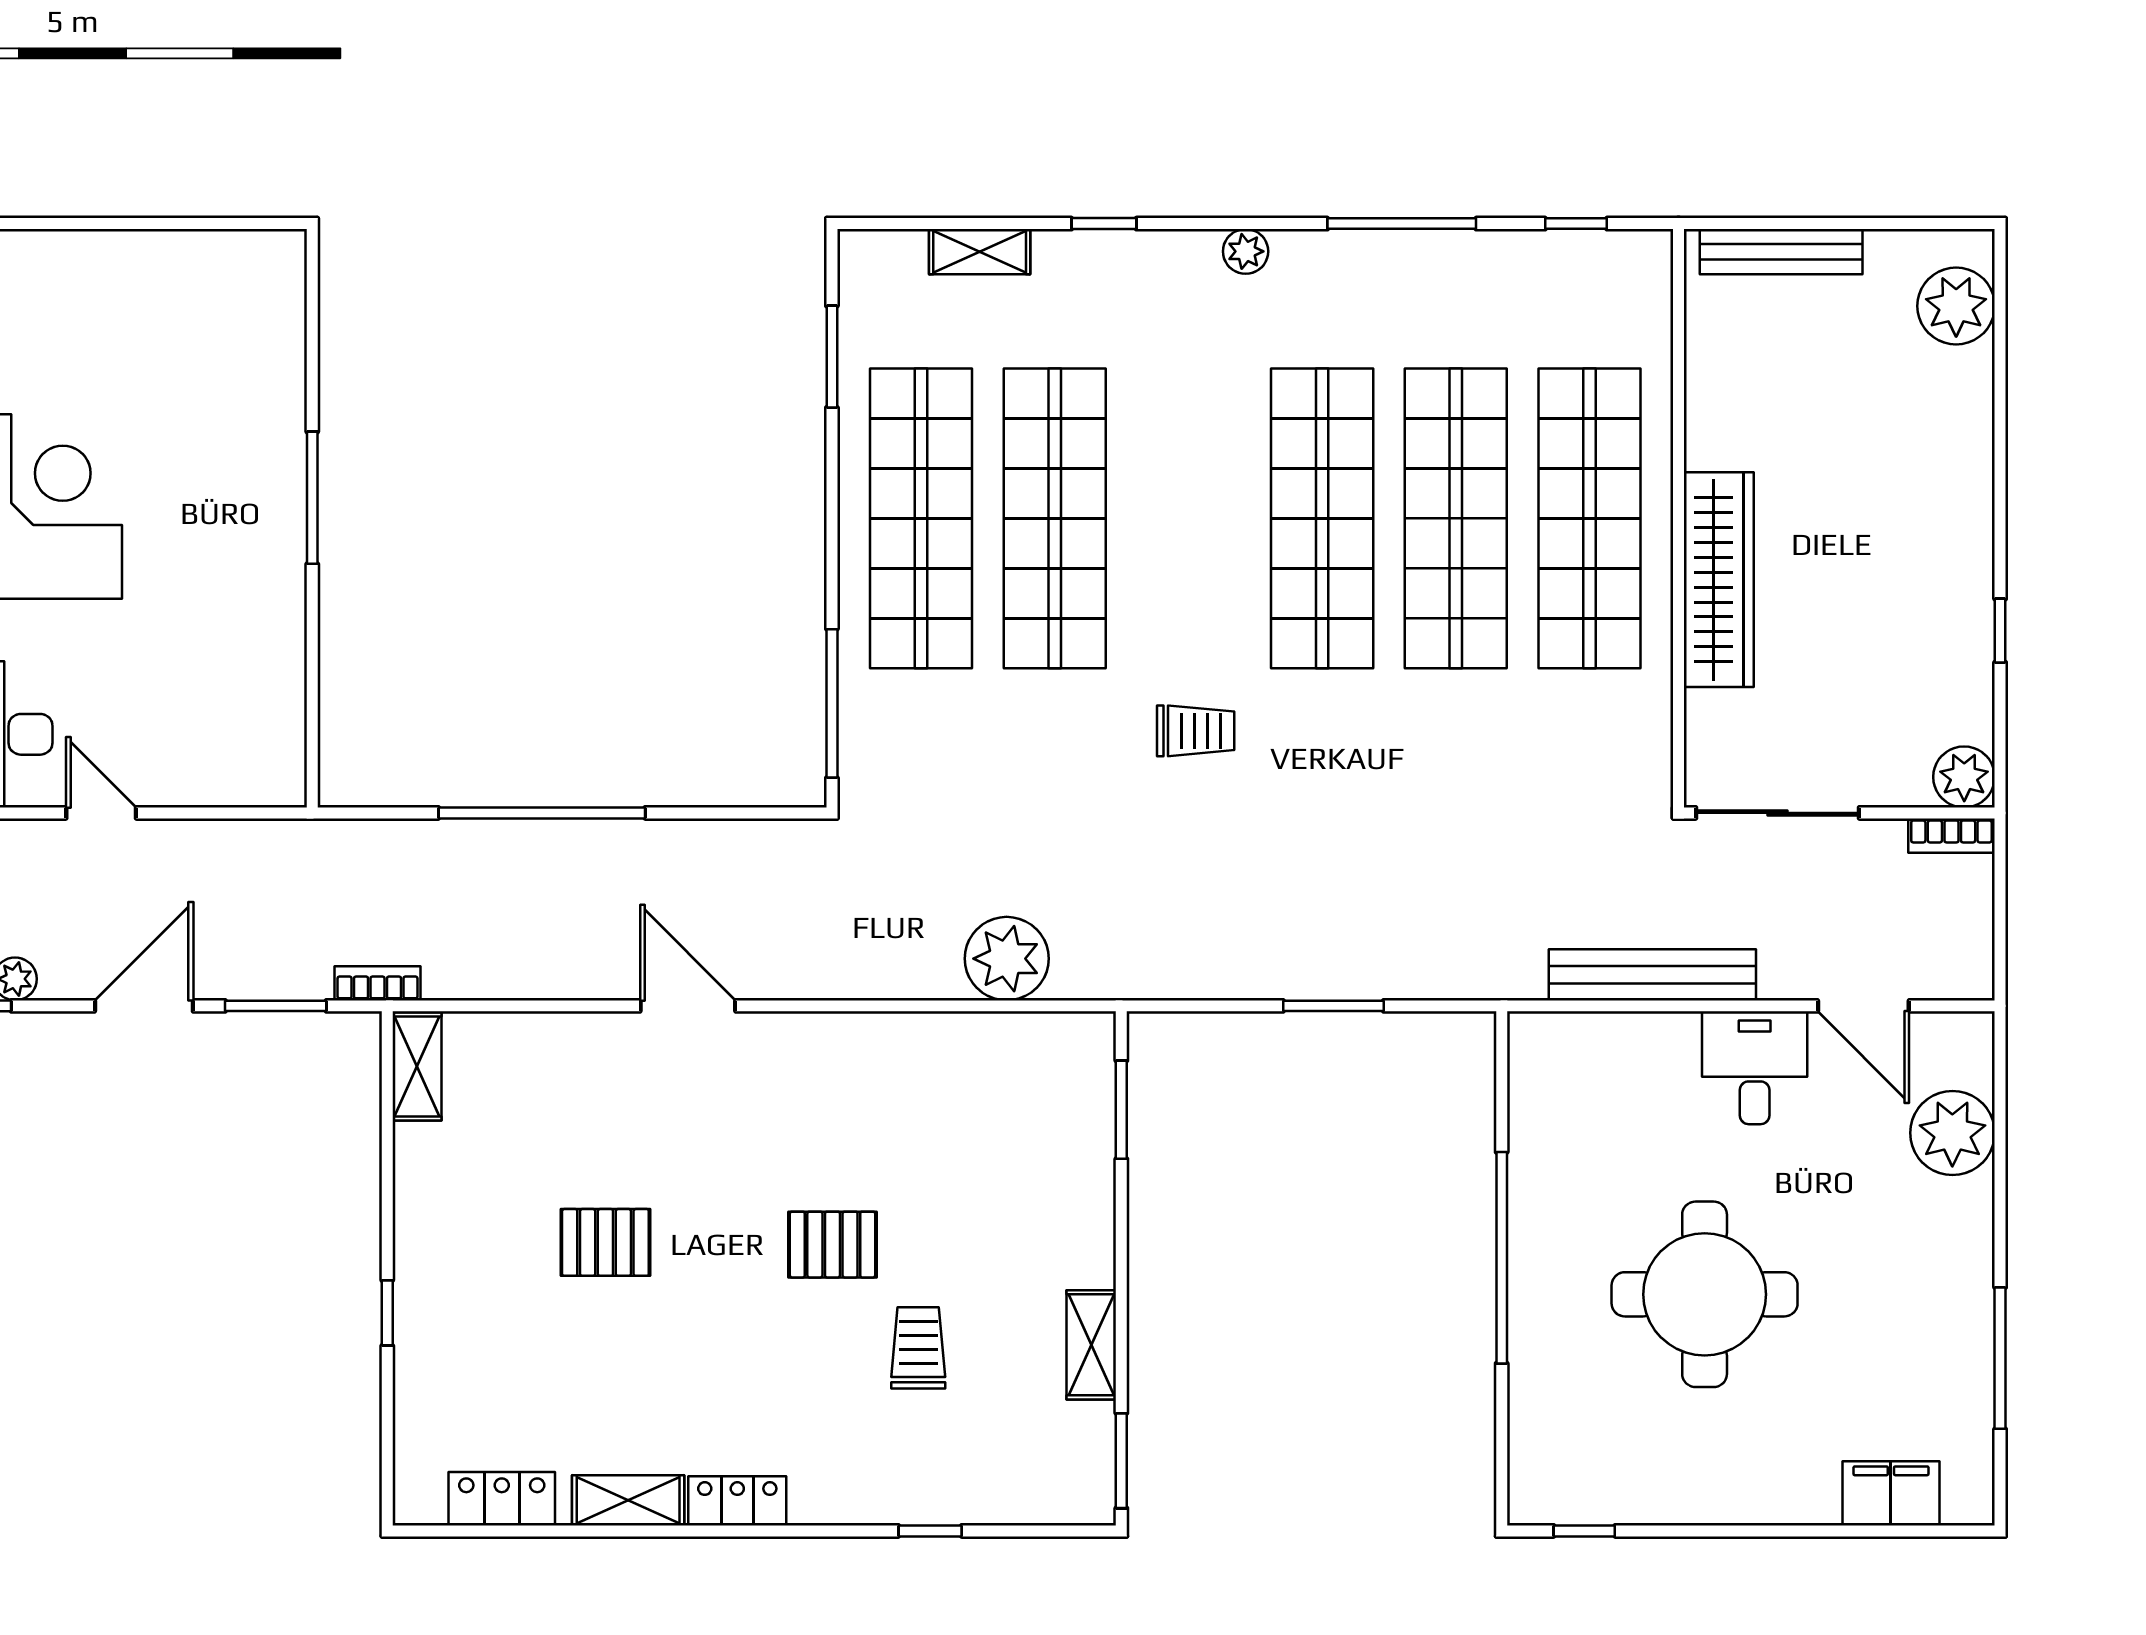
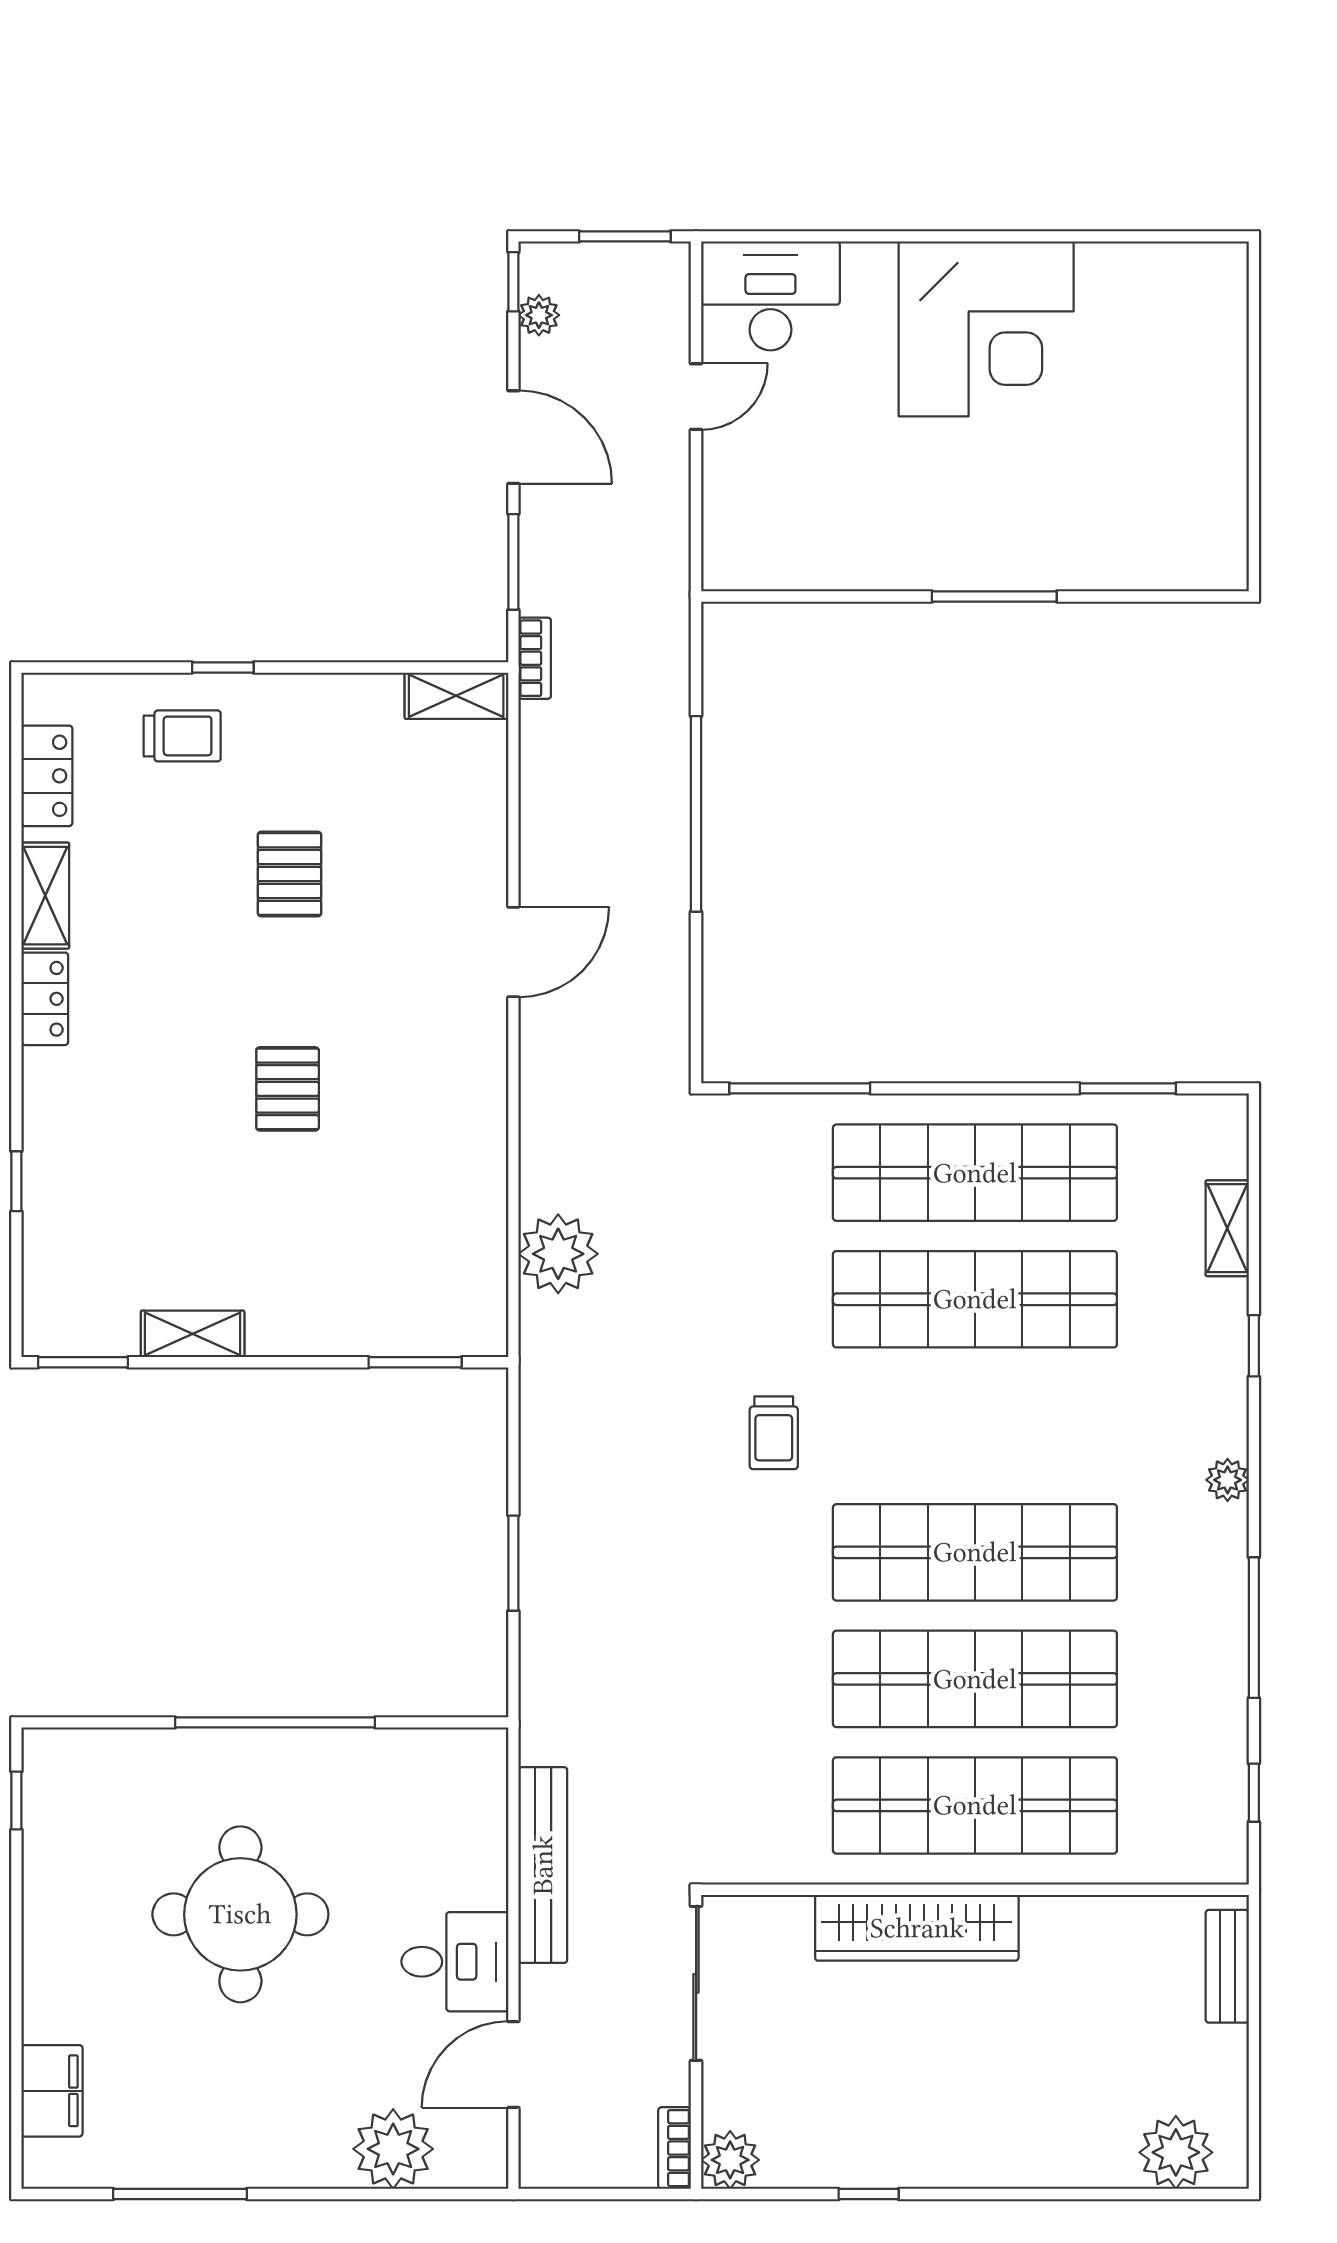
bench: (1781, 252) -> (1227, 1966), width x0.73
trolley: (918, 1348) -> (182, 736), moved

